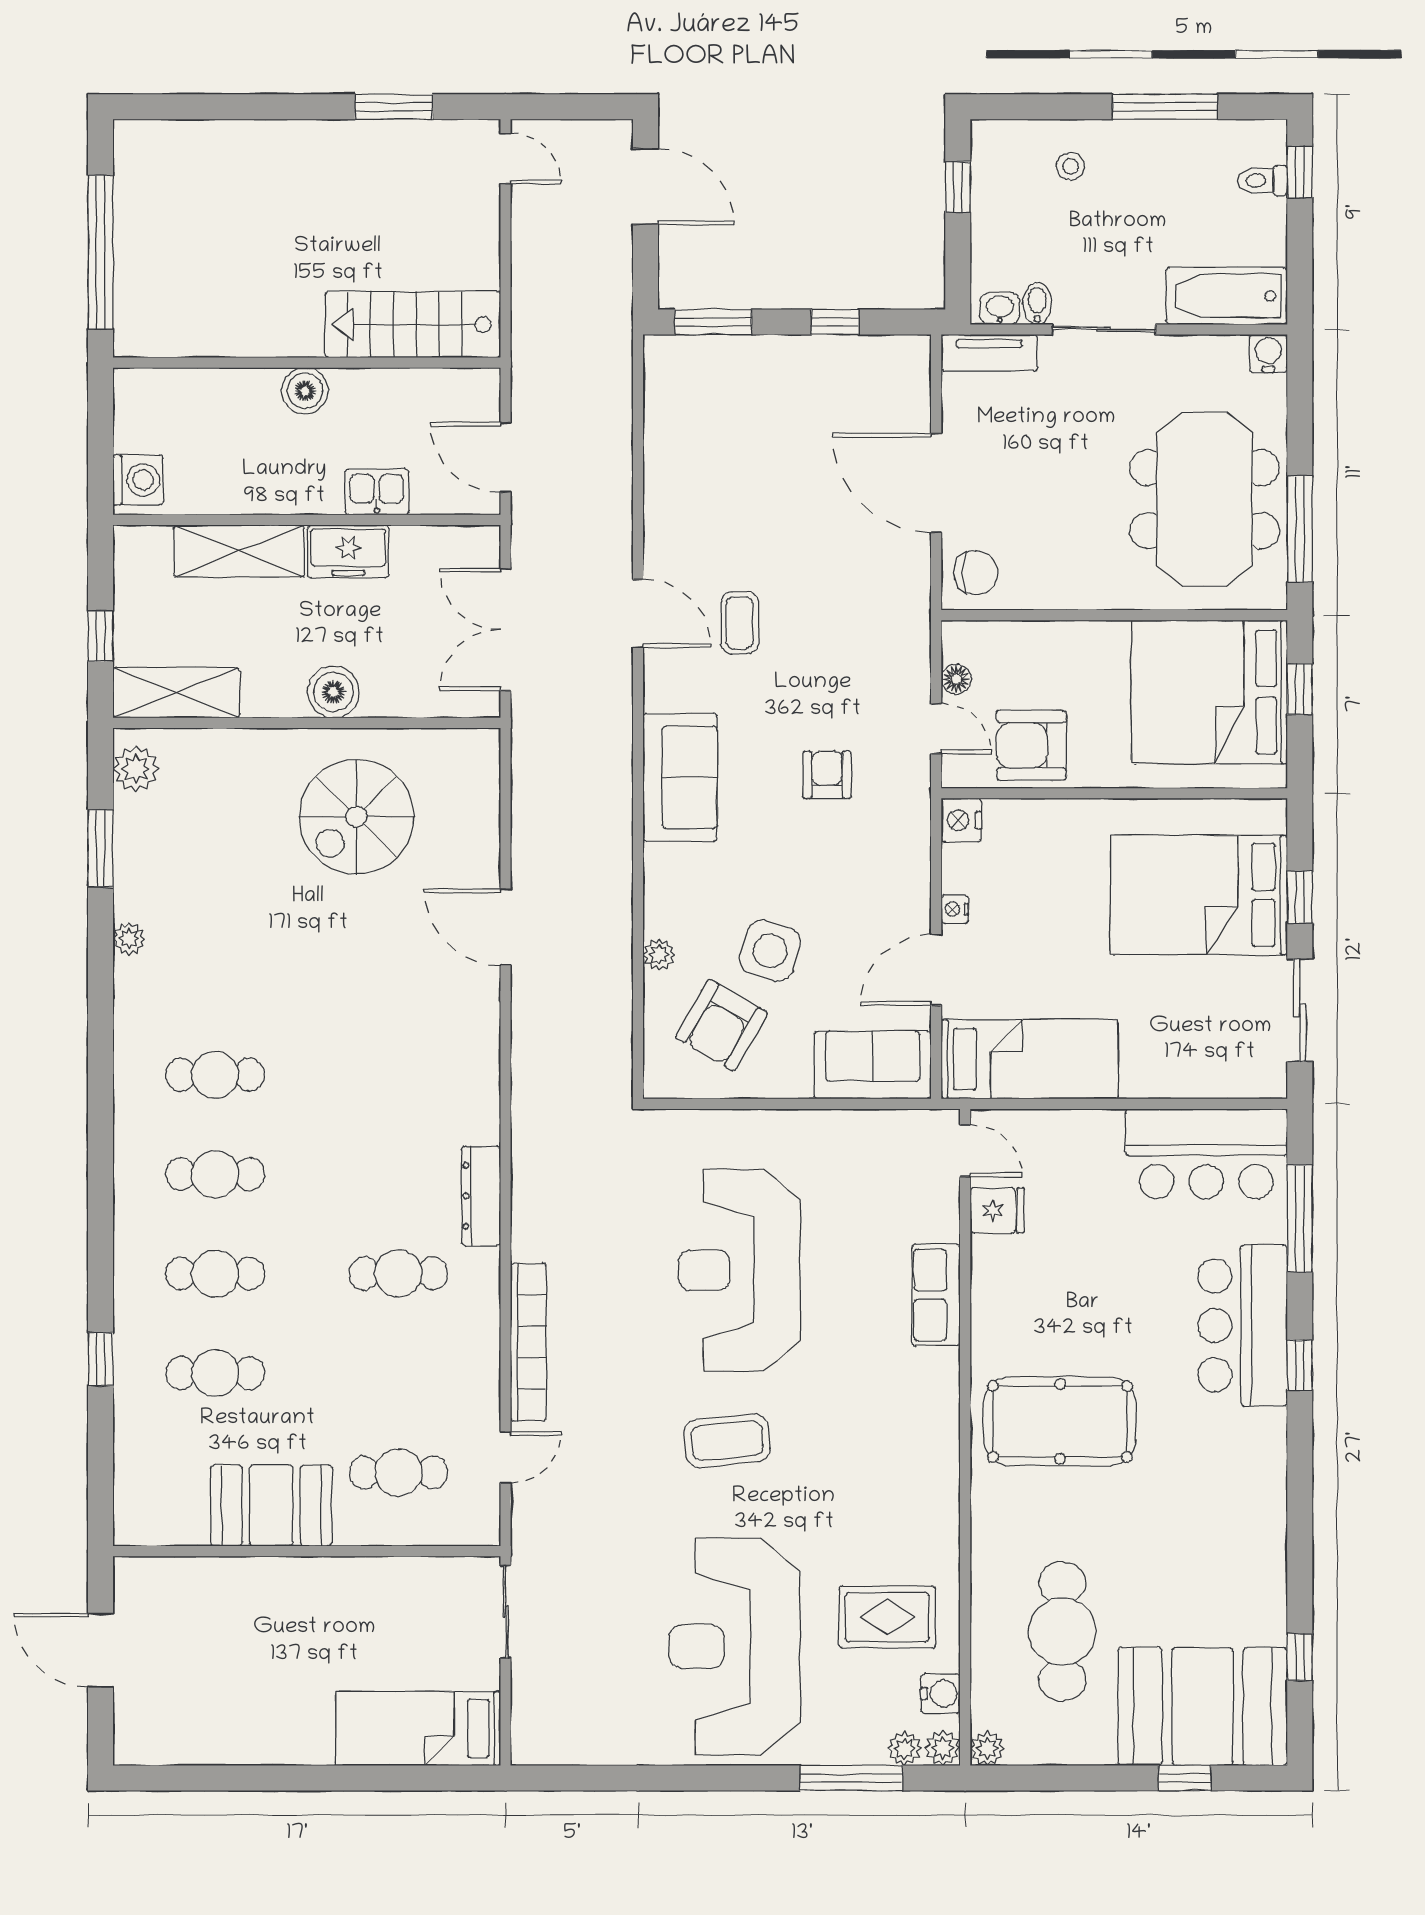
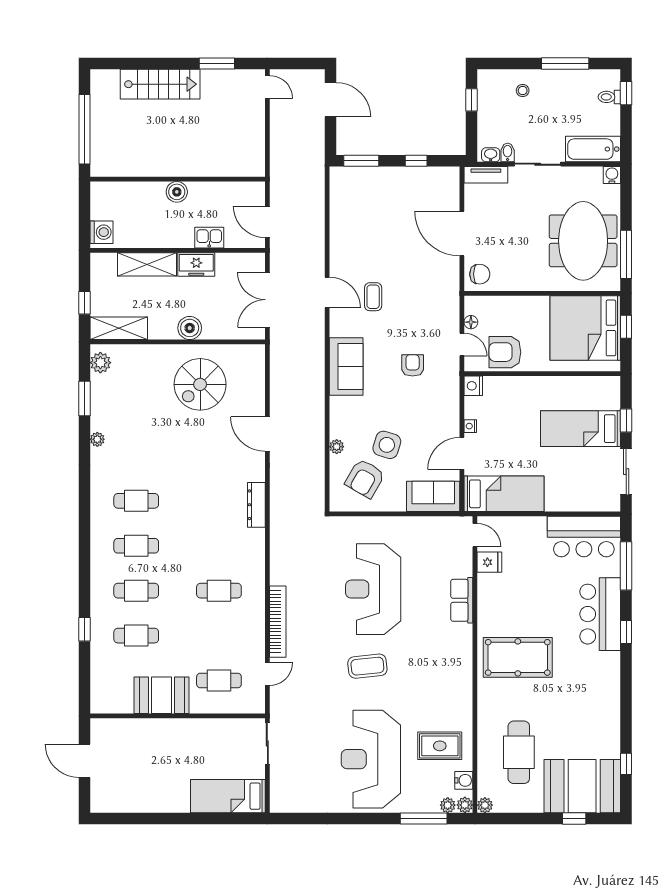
stairs: (413, 324) -> (160, 84), moved, turned 180
bed: (1199, 895) -> (581, 429), width x0.67
dresser: (481, 1196) -> (256, 505), moved

